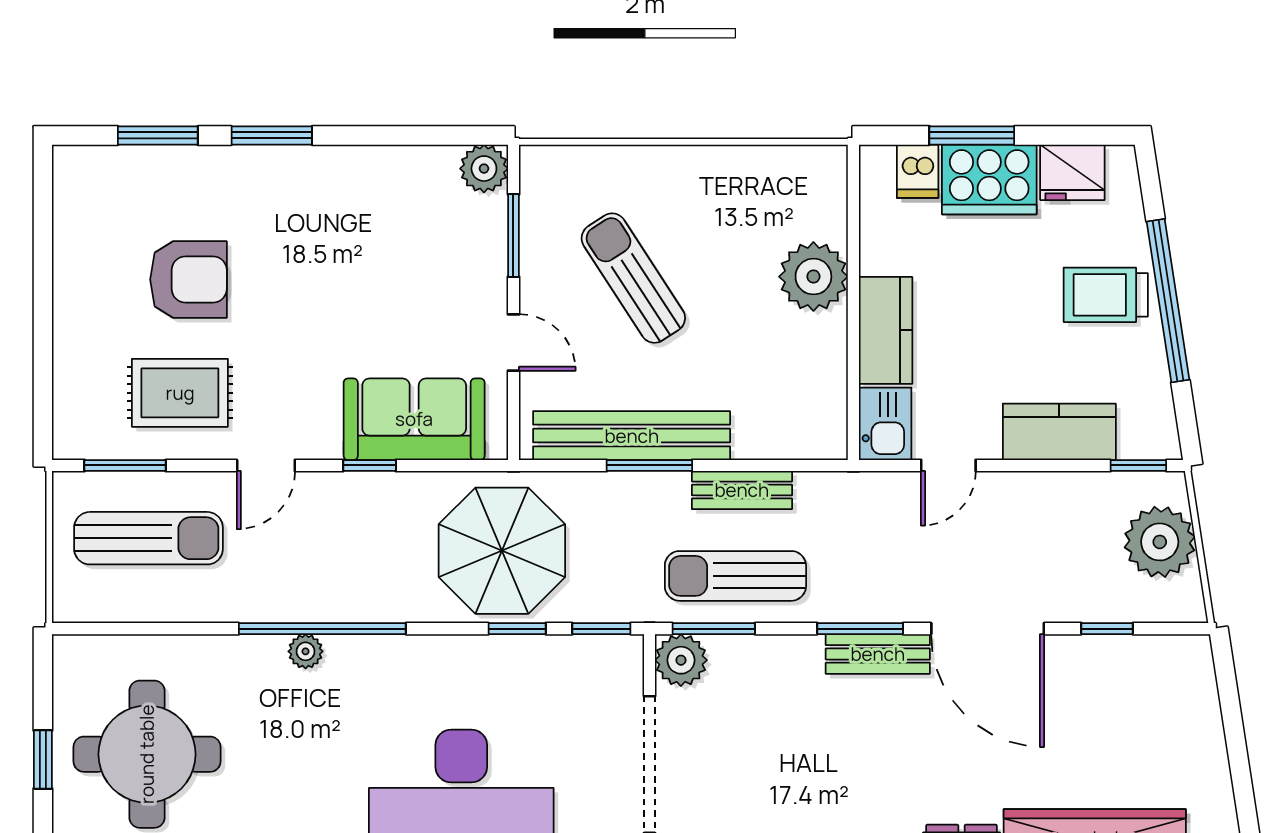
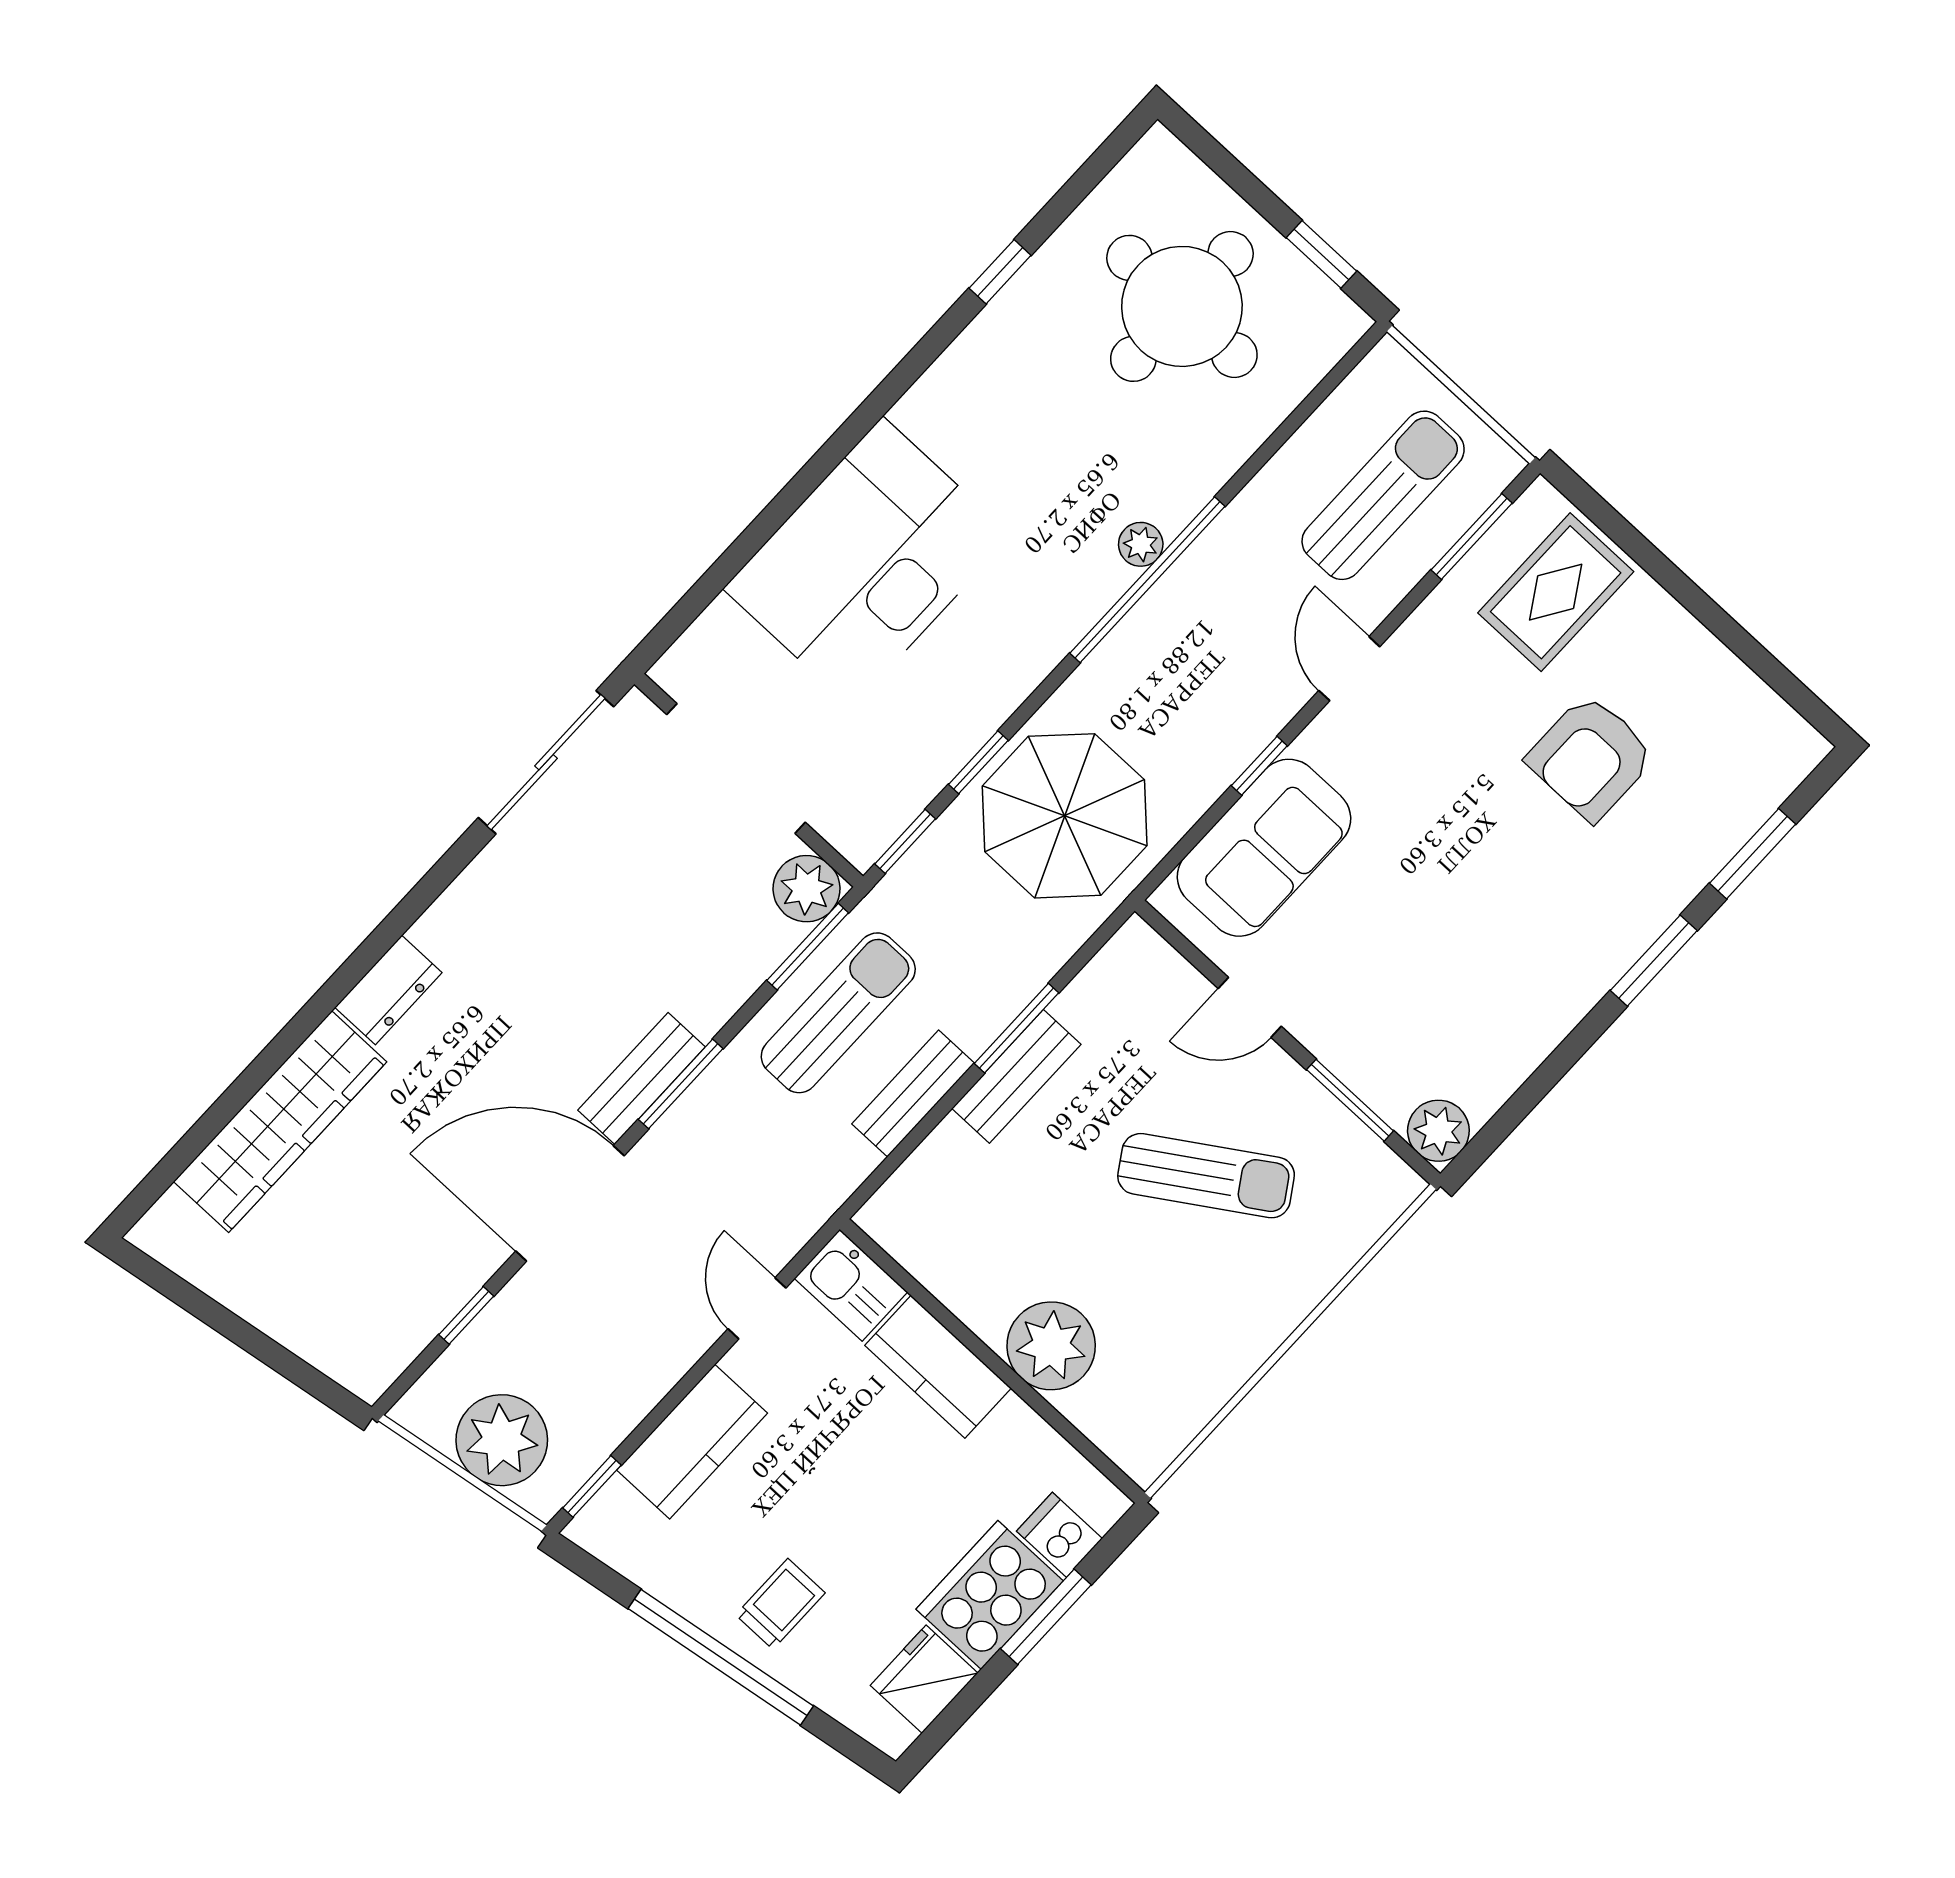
trolley: (1106, 295) -> (780, 1604), width x0.73, depth x0.72
rug: (180, 393) -> (1556, 592), moved
bench: (632, 436) -> (1016, 1076), width x0.54, depth x0.82
sun lounger: (148, 538) -> (1383, 495), turned 180
window: (43, 759) -> (1321, 254), moved

